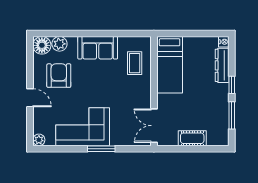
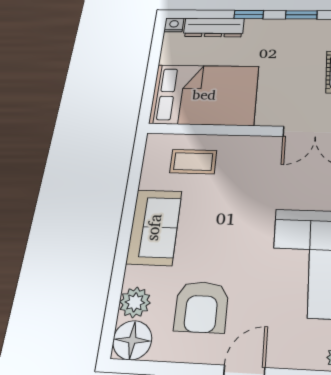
bed: (170, 65) -> (204, 95), width x1.50
armchair: (59, 76) -> (201, 307), turned -90
window: (232, 115) -> (301, 15), width x0.67

